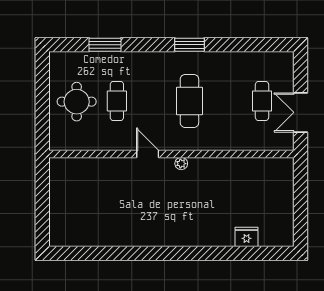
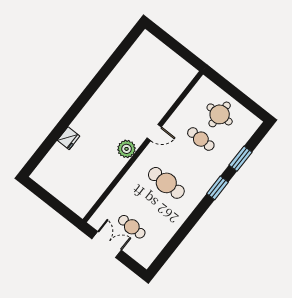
window: (189, 45) -> (218, 188), moved
plant: (181, 164) -> (127, 149), width x1.88, depth x1.88
fridge: (247, 237) -> (69, 138), moved

